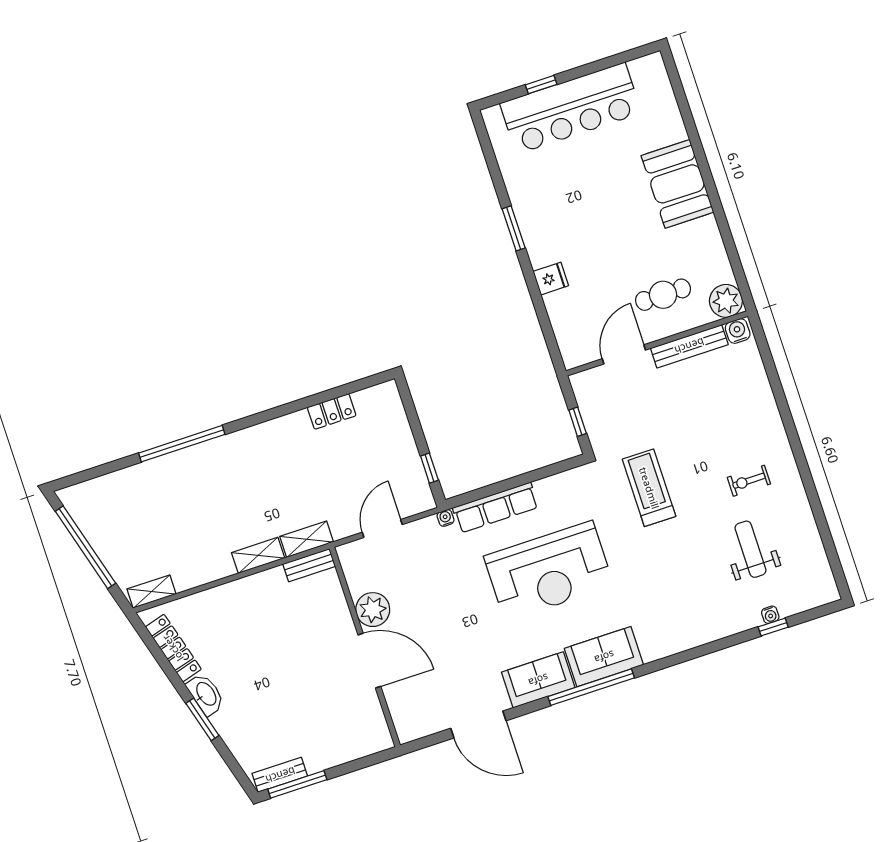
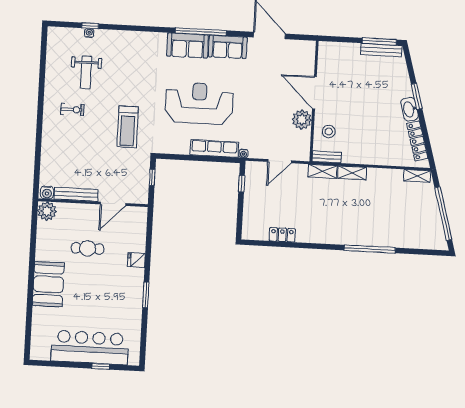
cafe table: (663, 295) -> (88, 248), moved
stool: (322, 607) -> (329, 131), added
bench: (280, 775) -> (381, 50), width x1.36

